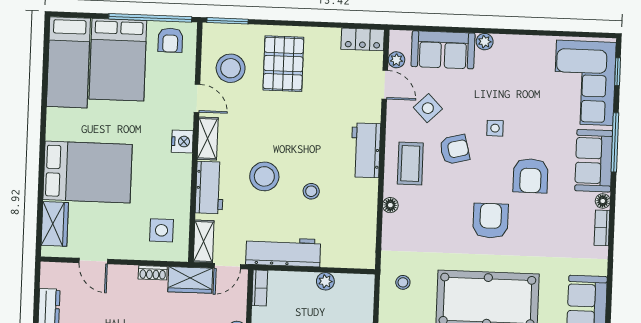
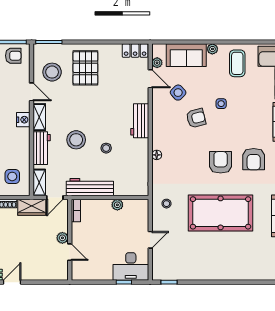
armchair: (170, 40) -> (13, 56), turned -90
coffee table: (410, 163) -> (237, 63), moved
armchair: (531, 176) -> (254, 159), moved

